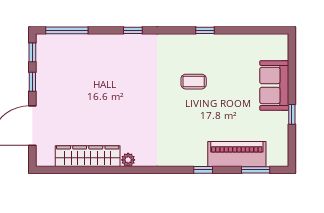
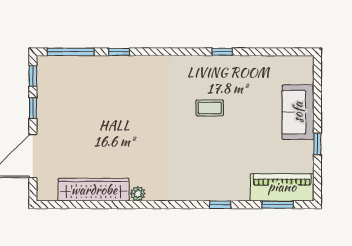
window: (133, 30) -> (119, 52), moved
piano: (237, 154) -> (282, 187), moved

